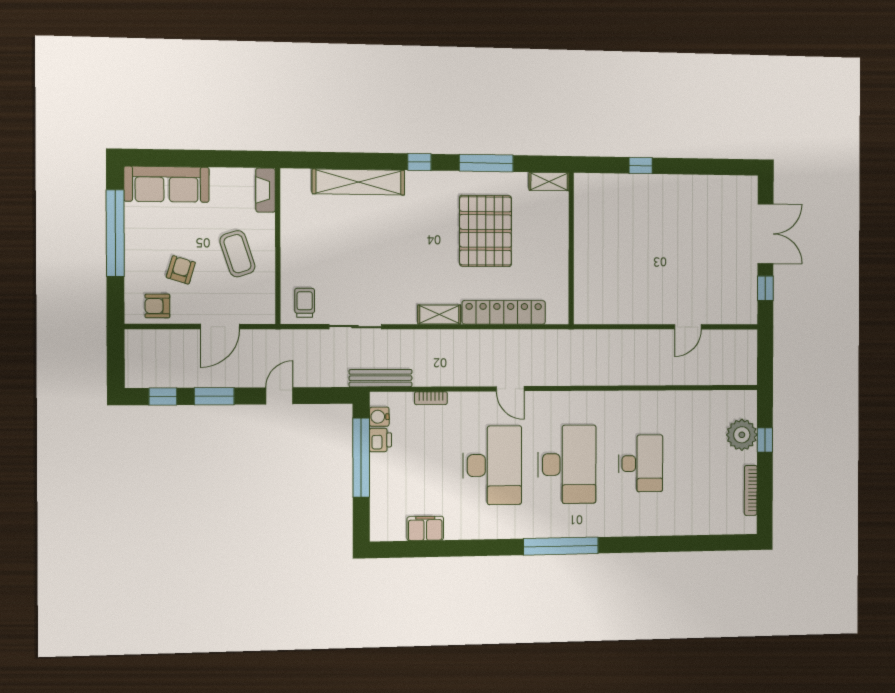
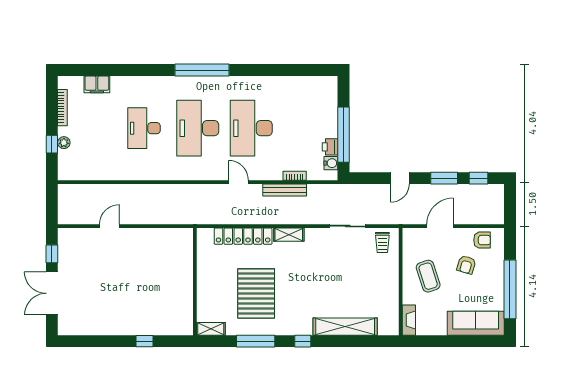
bench: (381, 378) -> (285, 190), moved
plant: (742, 435) -> (64, 143), width x0.53, depth x0.53
filing cabinet: (425, 528) -> (97, 84), moved

